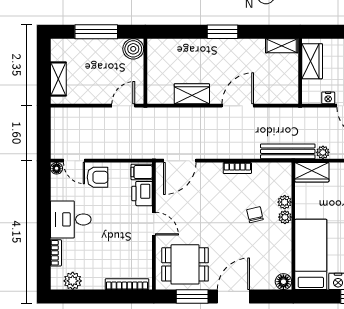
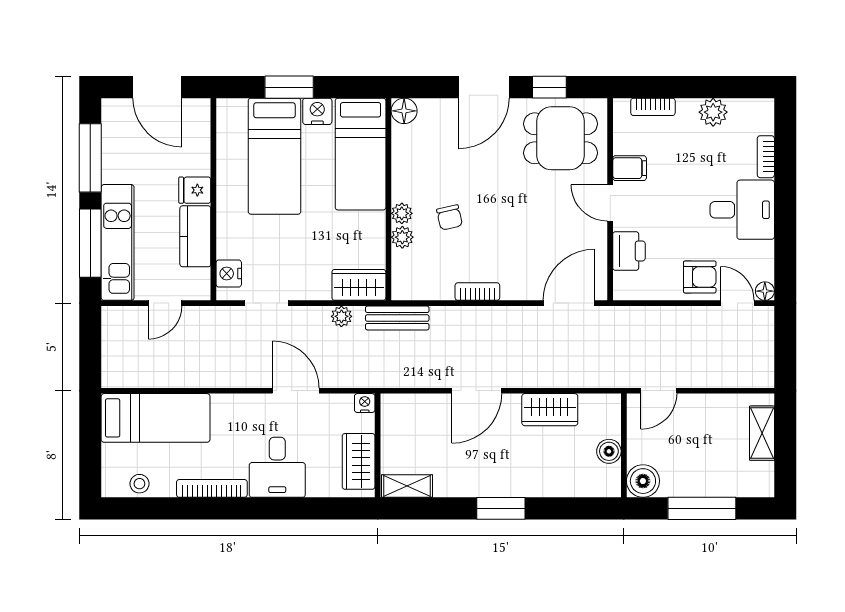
boiler: (155, 68) -> (609, 451), added
nightstand: (328, 98) -> (365, 403), moved
bench: (288, 151) -> (397, 318), width x0.73
filing cabinet: (142, 172) -> (630, 168), moved
armchair: (98, 177) -> (700, 277), turned 180
plant: (73, 281) -> (713, 112), moved
bookcase: (127, 284) -> (653, 107), width x0.64
window: (192, 297) -> (549, 87), width x0.67

